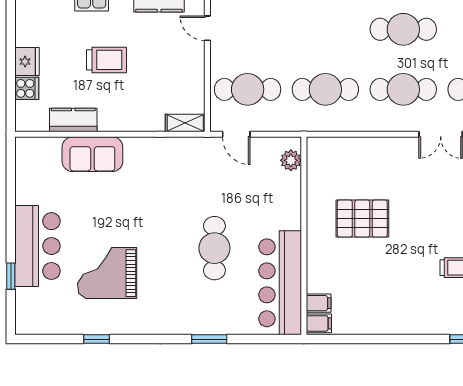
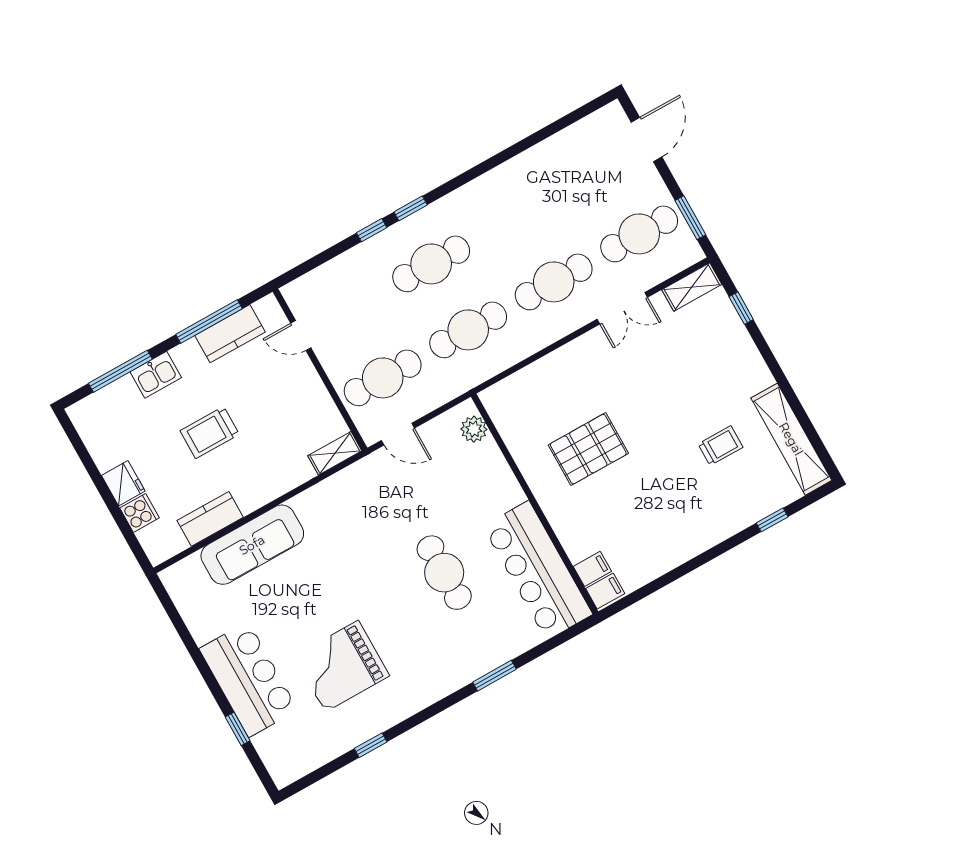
cafe table: (403, 29) -> (431, 264), moved
trolley: (107, 60) -> (210, 432), turned 180
sofa: (92, 154) -> (252, 545), width x1.36

